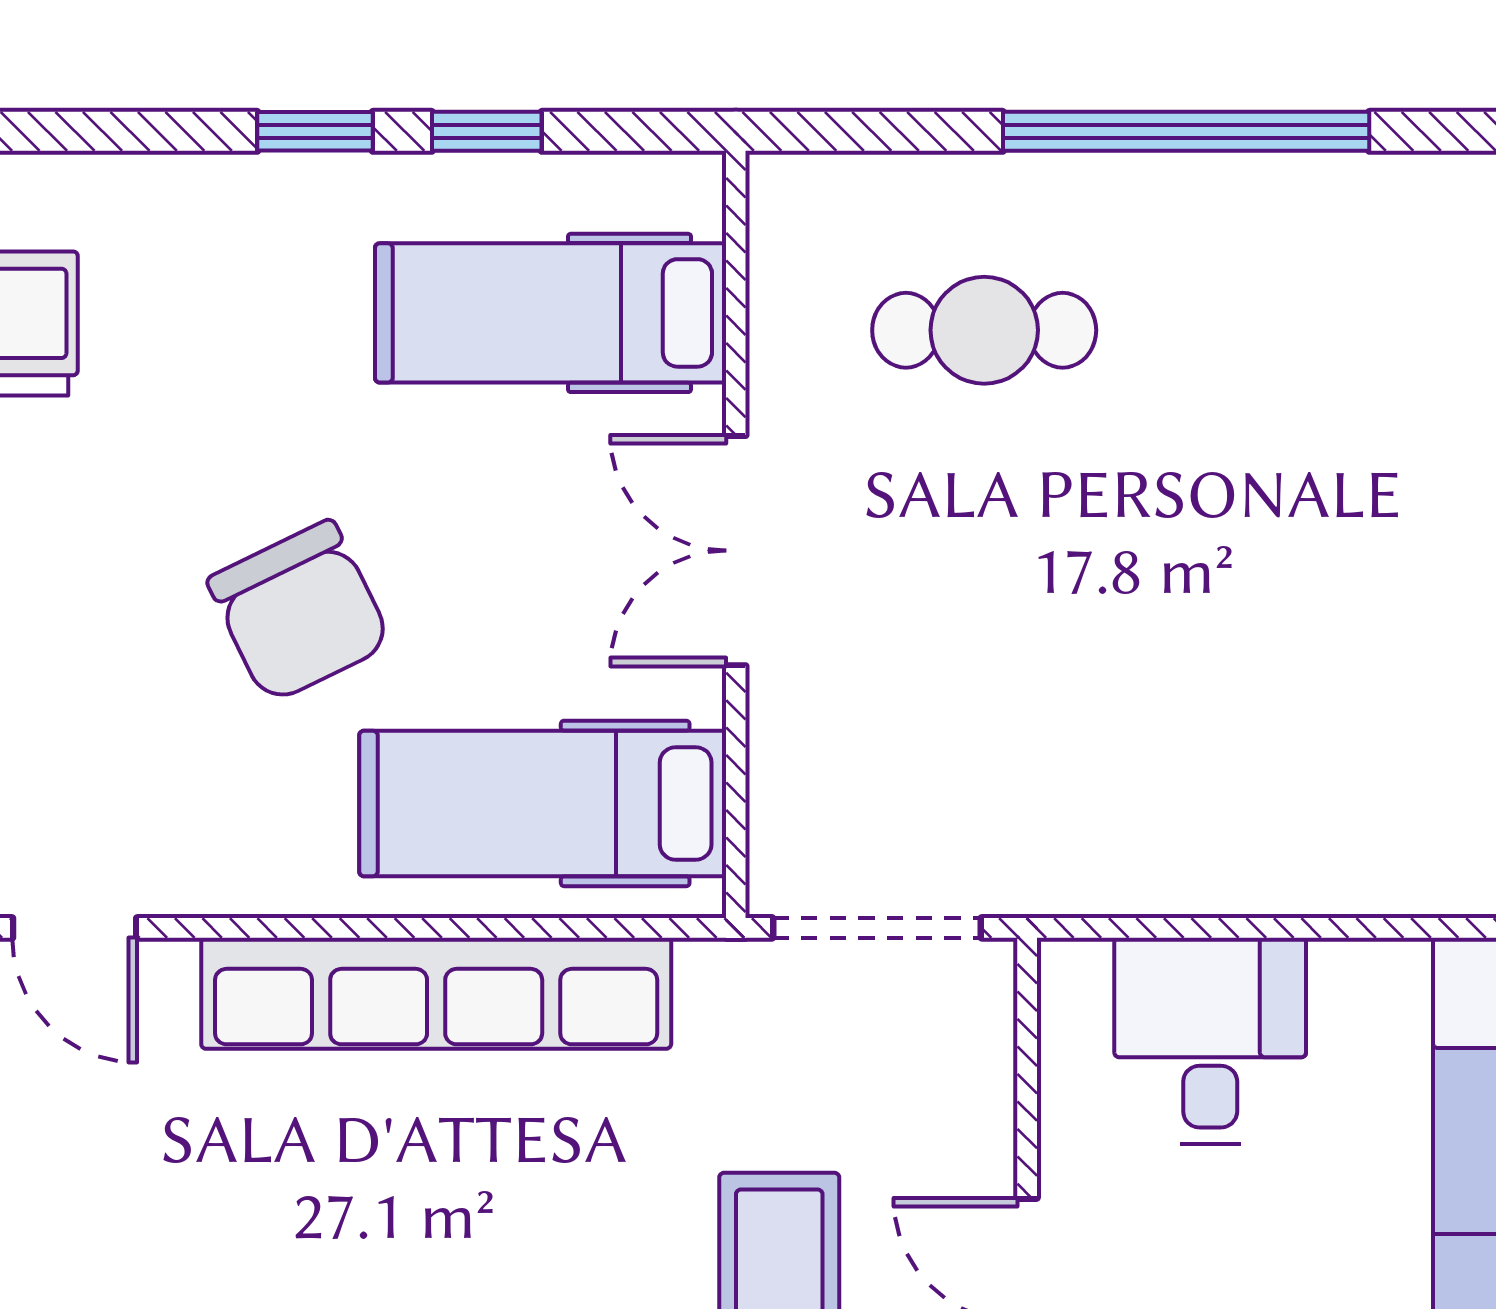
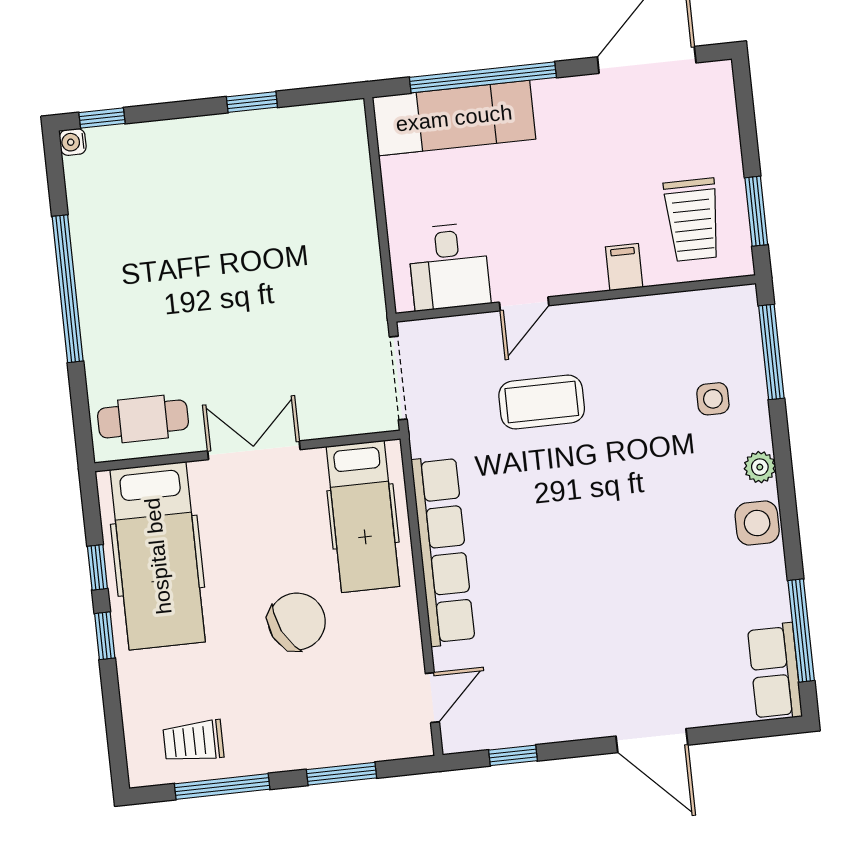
hospital bed: (551, 313) -> (158, 556), width x1.37, depth x1.29
cafe table: (984, 330) -> (143, 419), moved, turned 90
double door: (736, 551) -> (254, 450), swing flipped
desk: (1210, 1041) -> (449, 266), moved, turned -90

